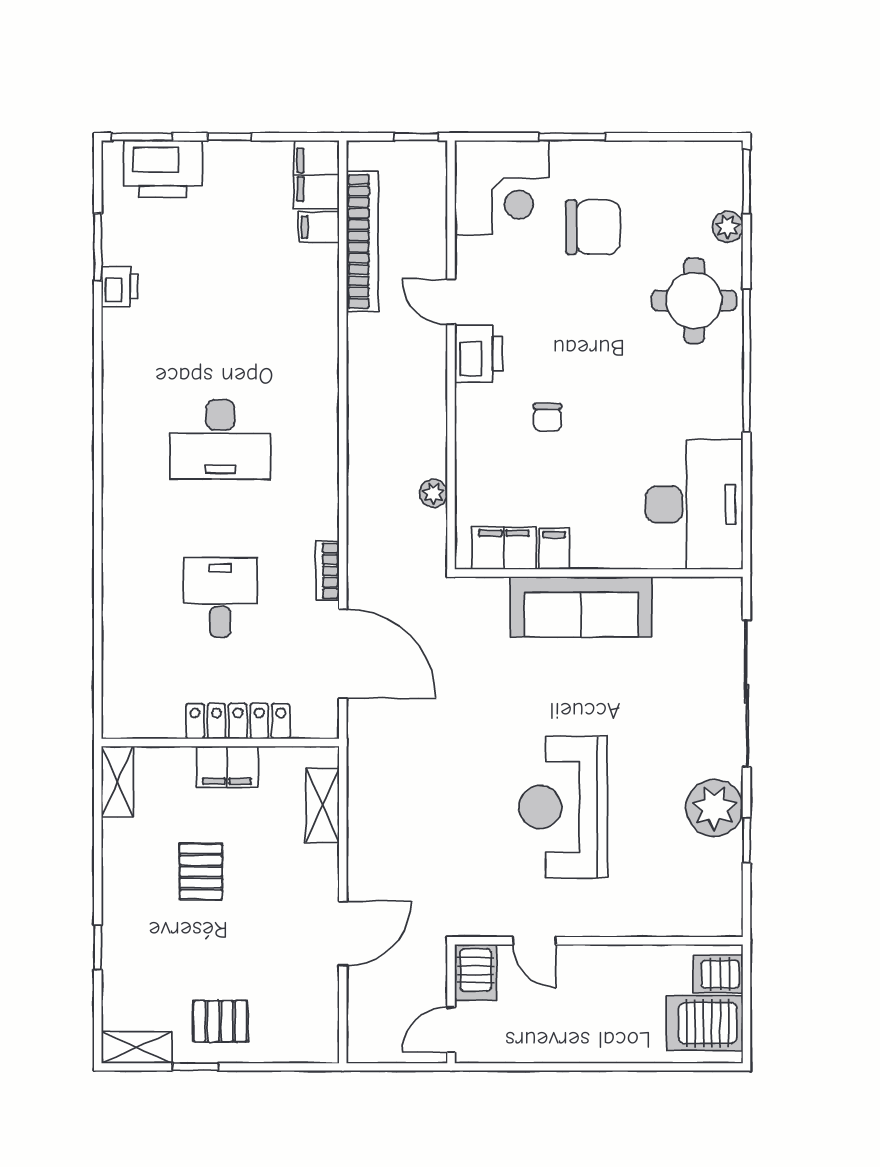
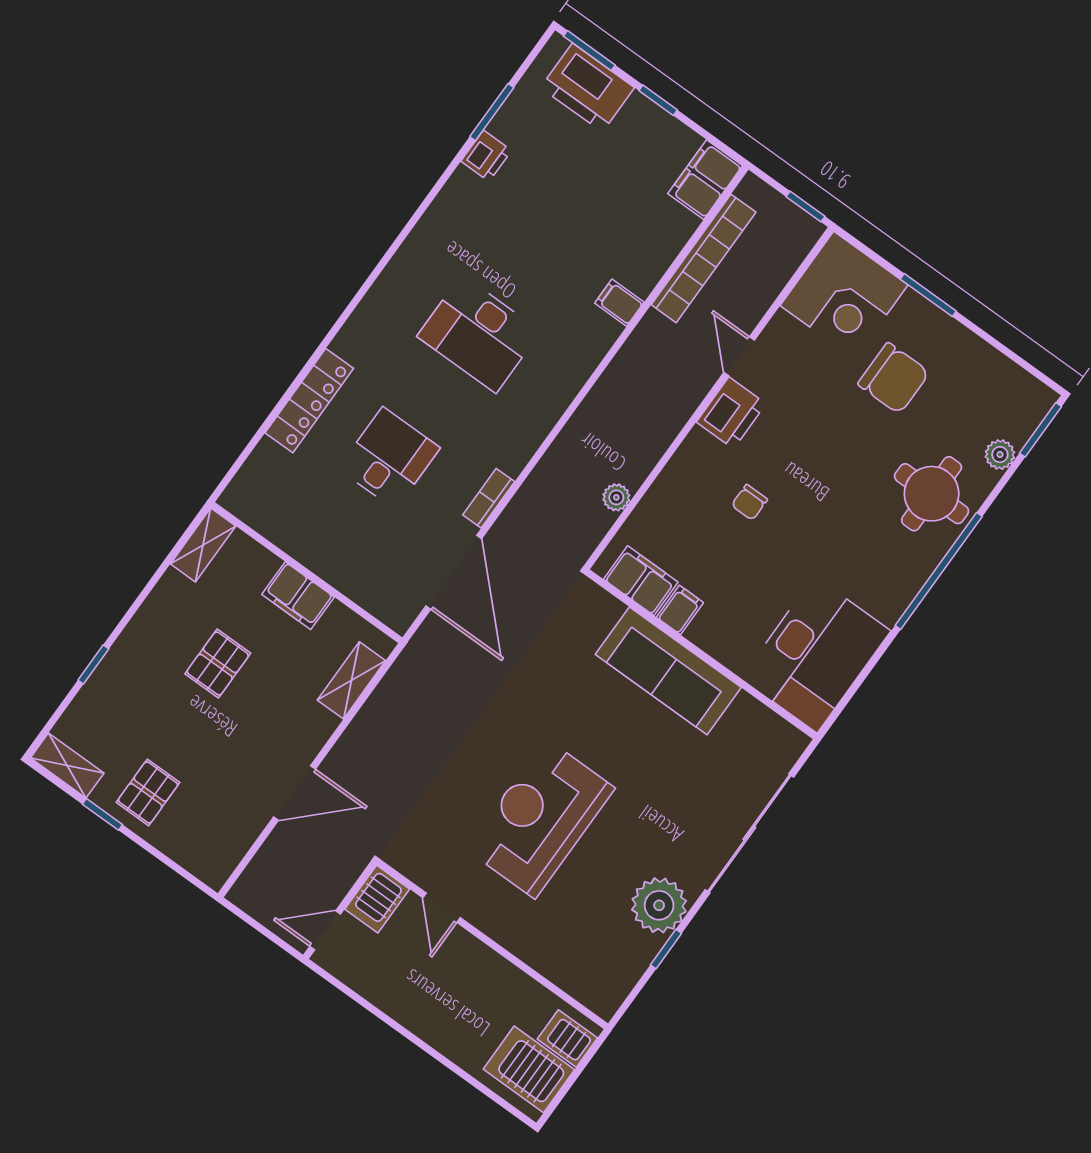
filing cabinet: (319, 227) -> (619, 303), moved
locker: (238, 721) -> (309, 401), moved, turned 90
pallet: (220, 1021) -> (148, 792), turned 90

